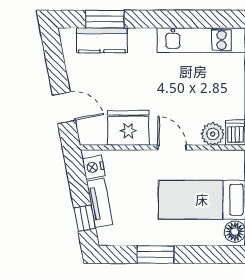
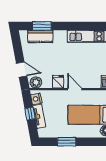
fridge: (128, 128) -> (58, 82), width x0.53, depth x0.75
plant: (213, 134) -> (36, 82), moved
window: (85, 218) -> (30, 114), moved

